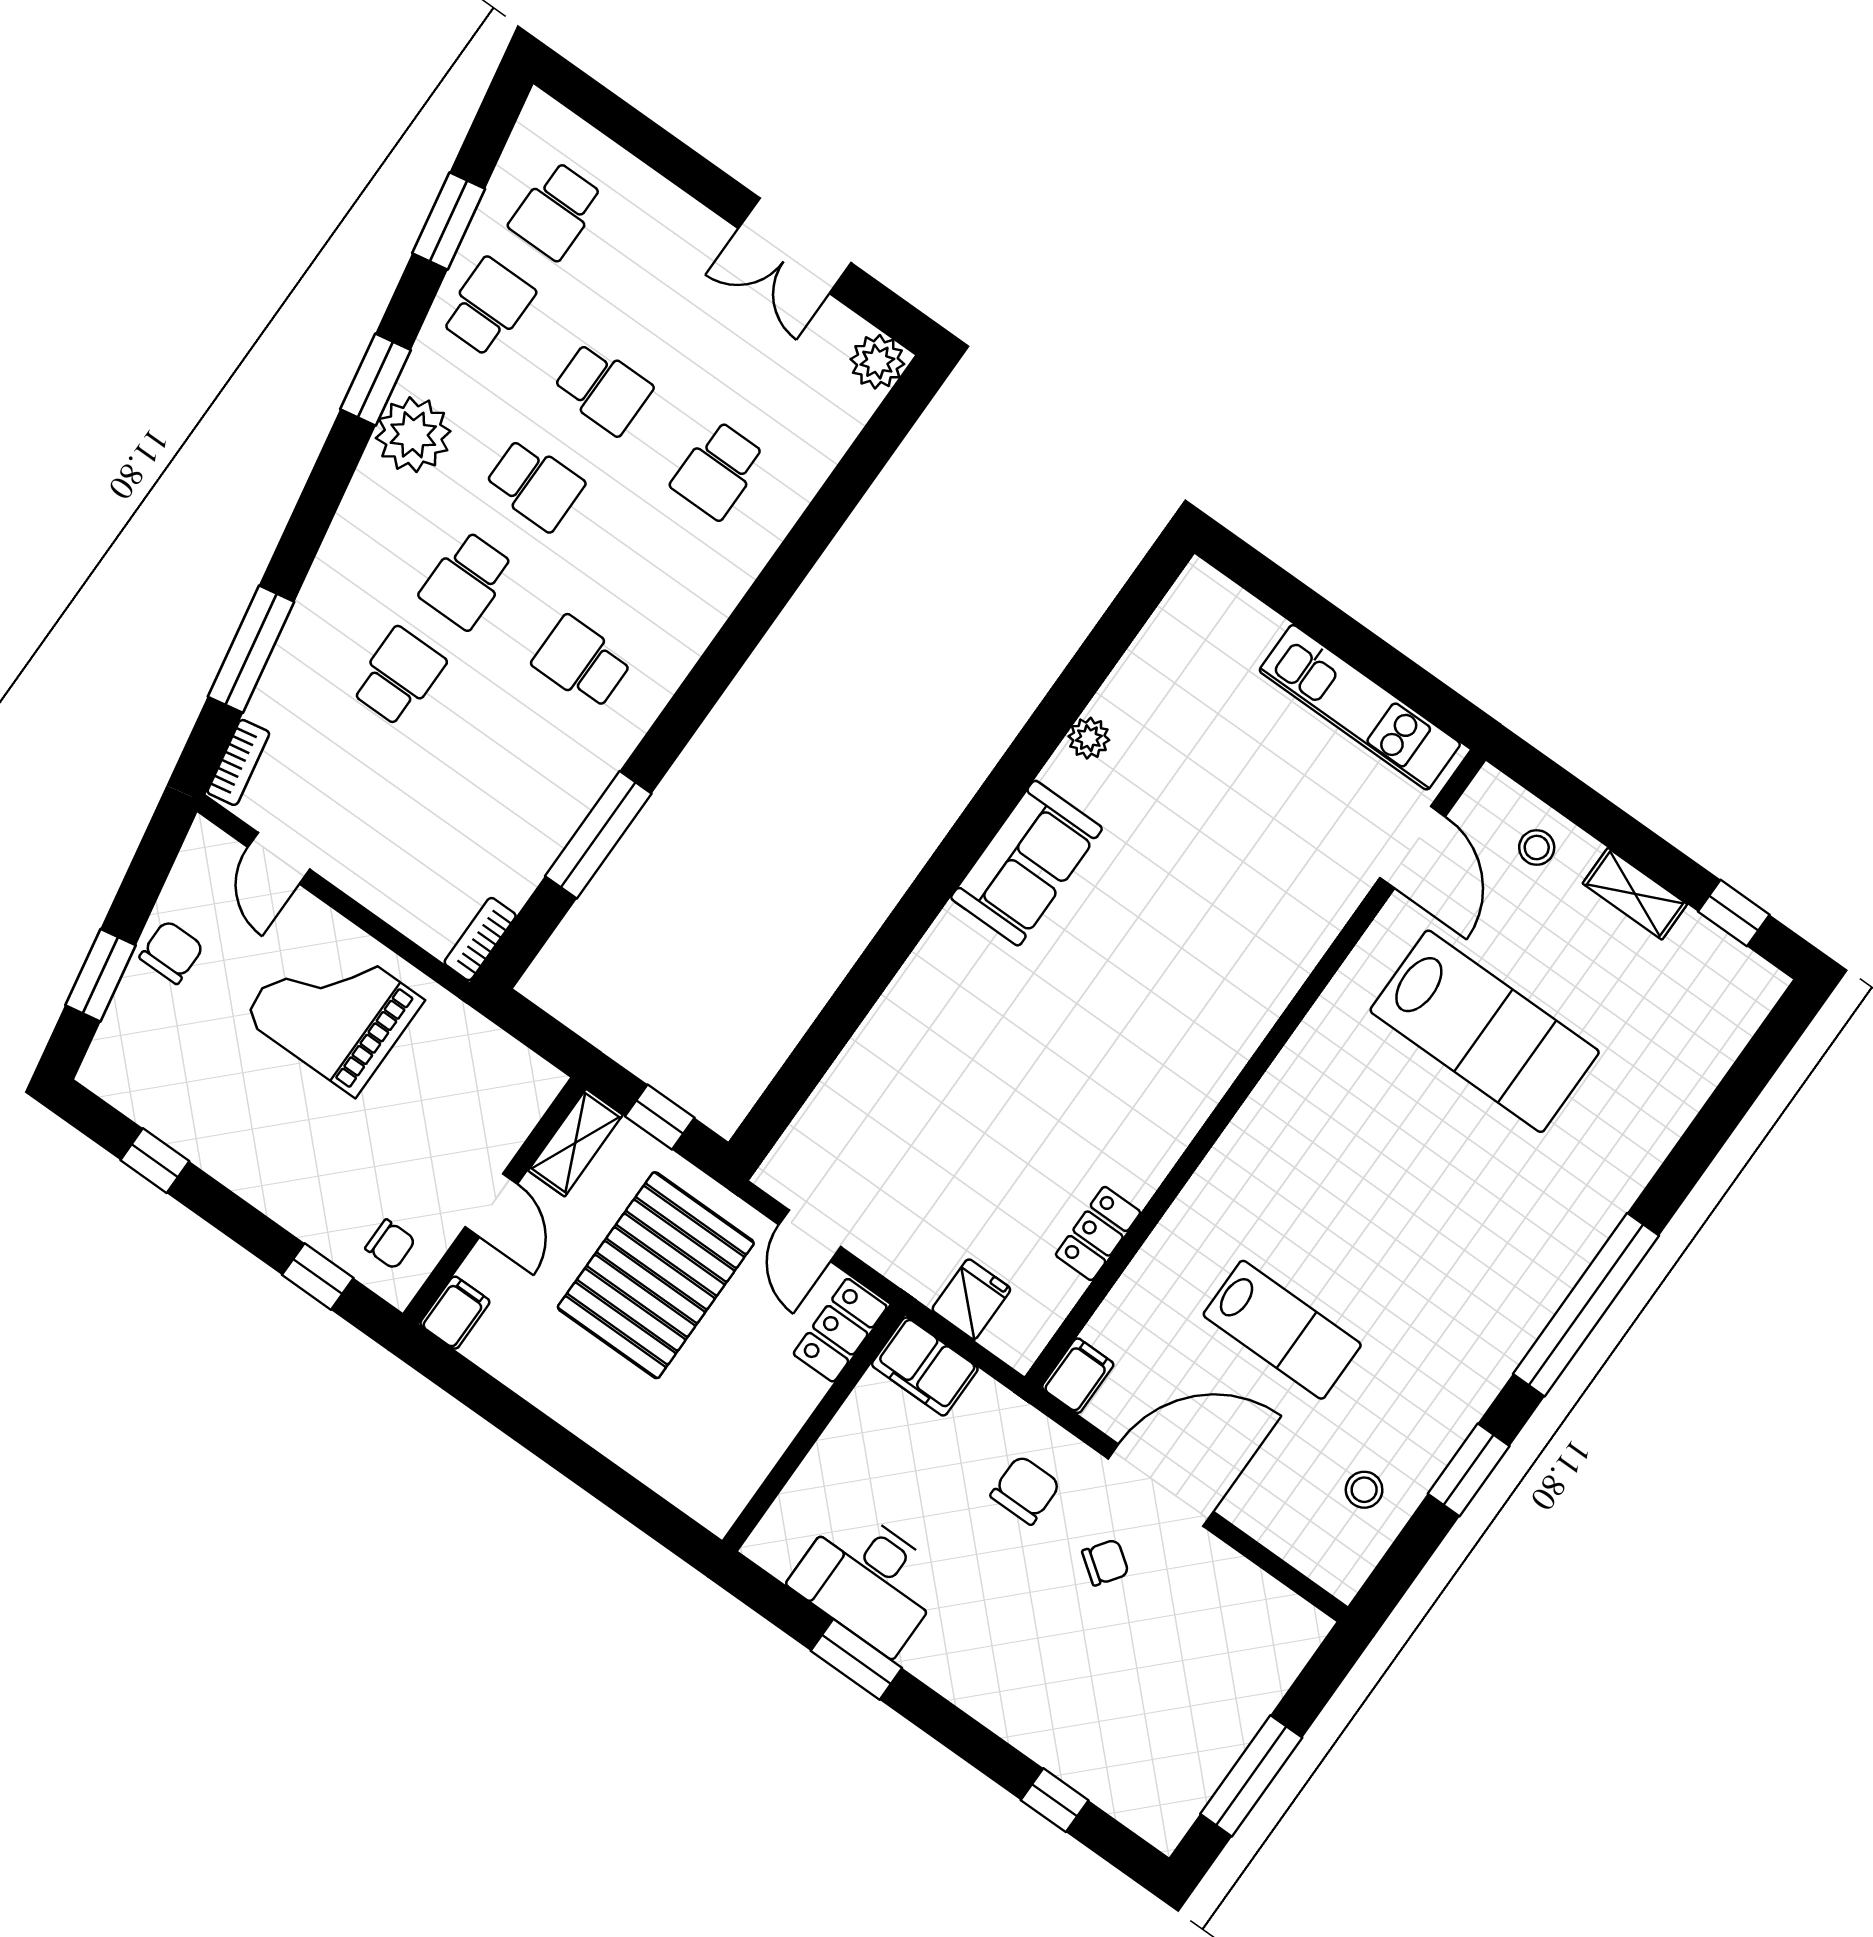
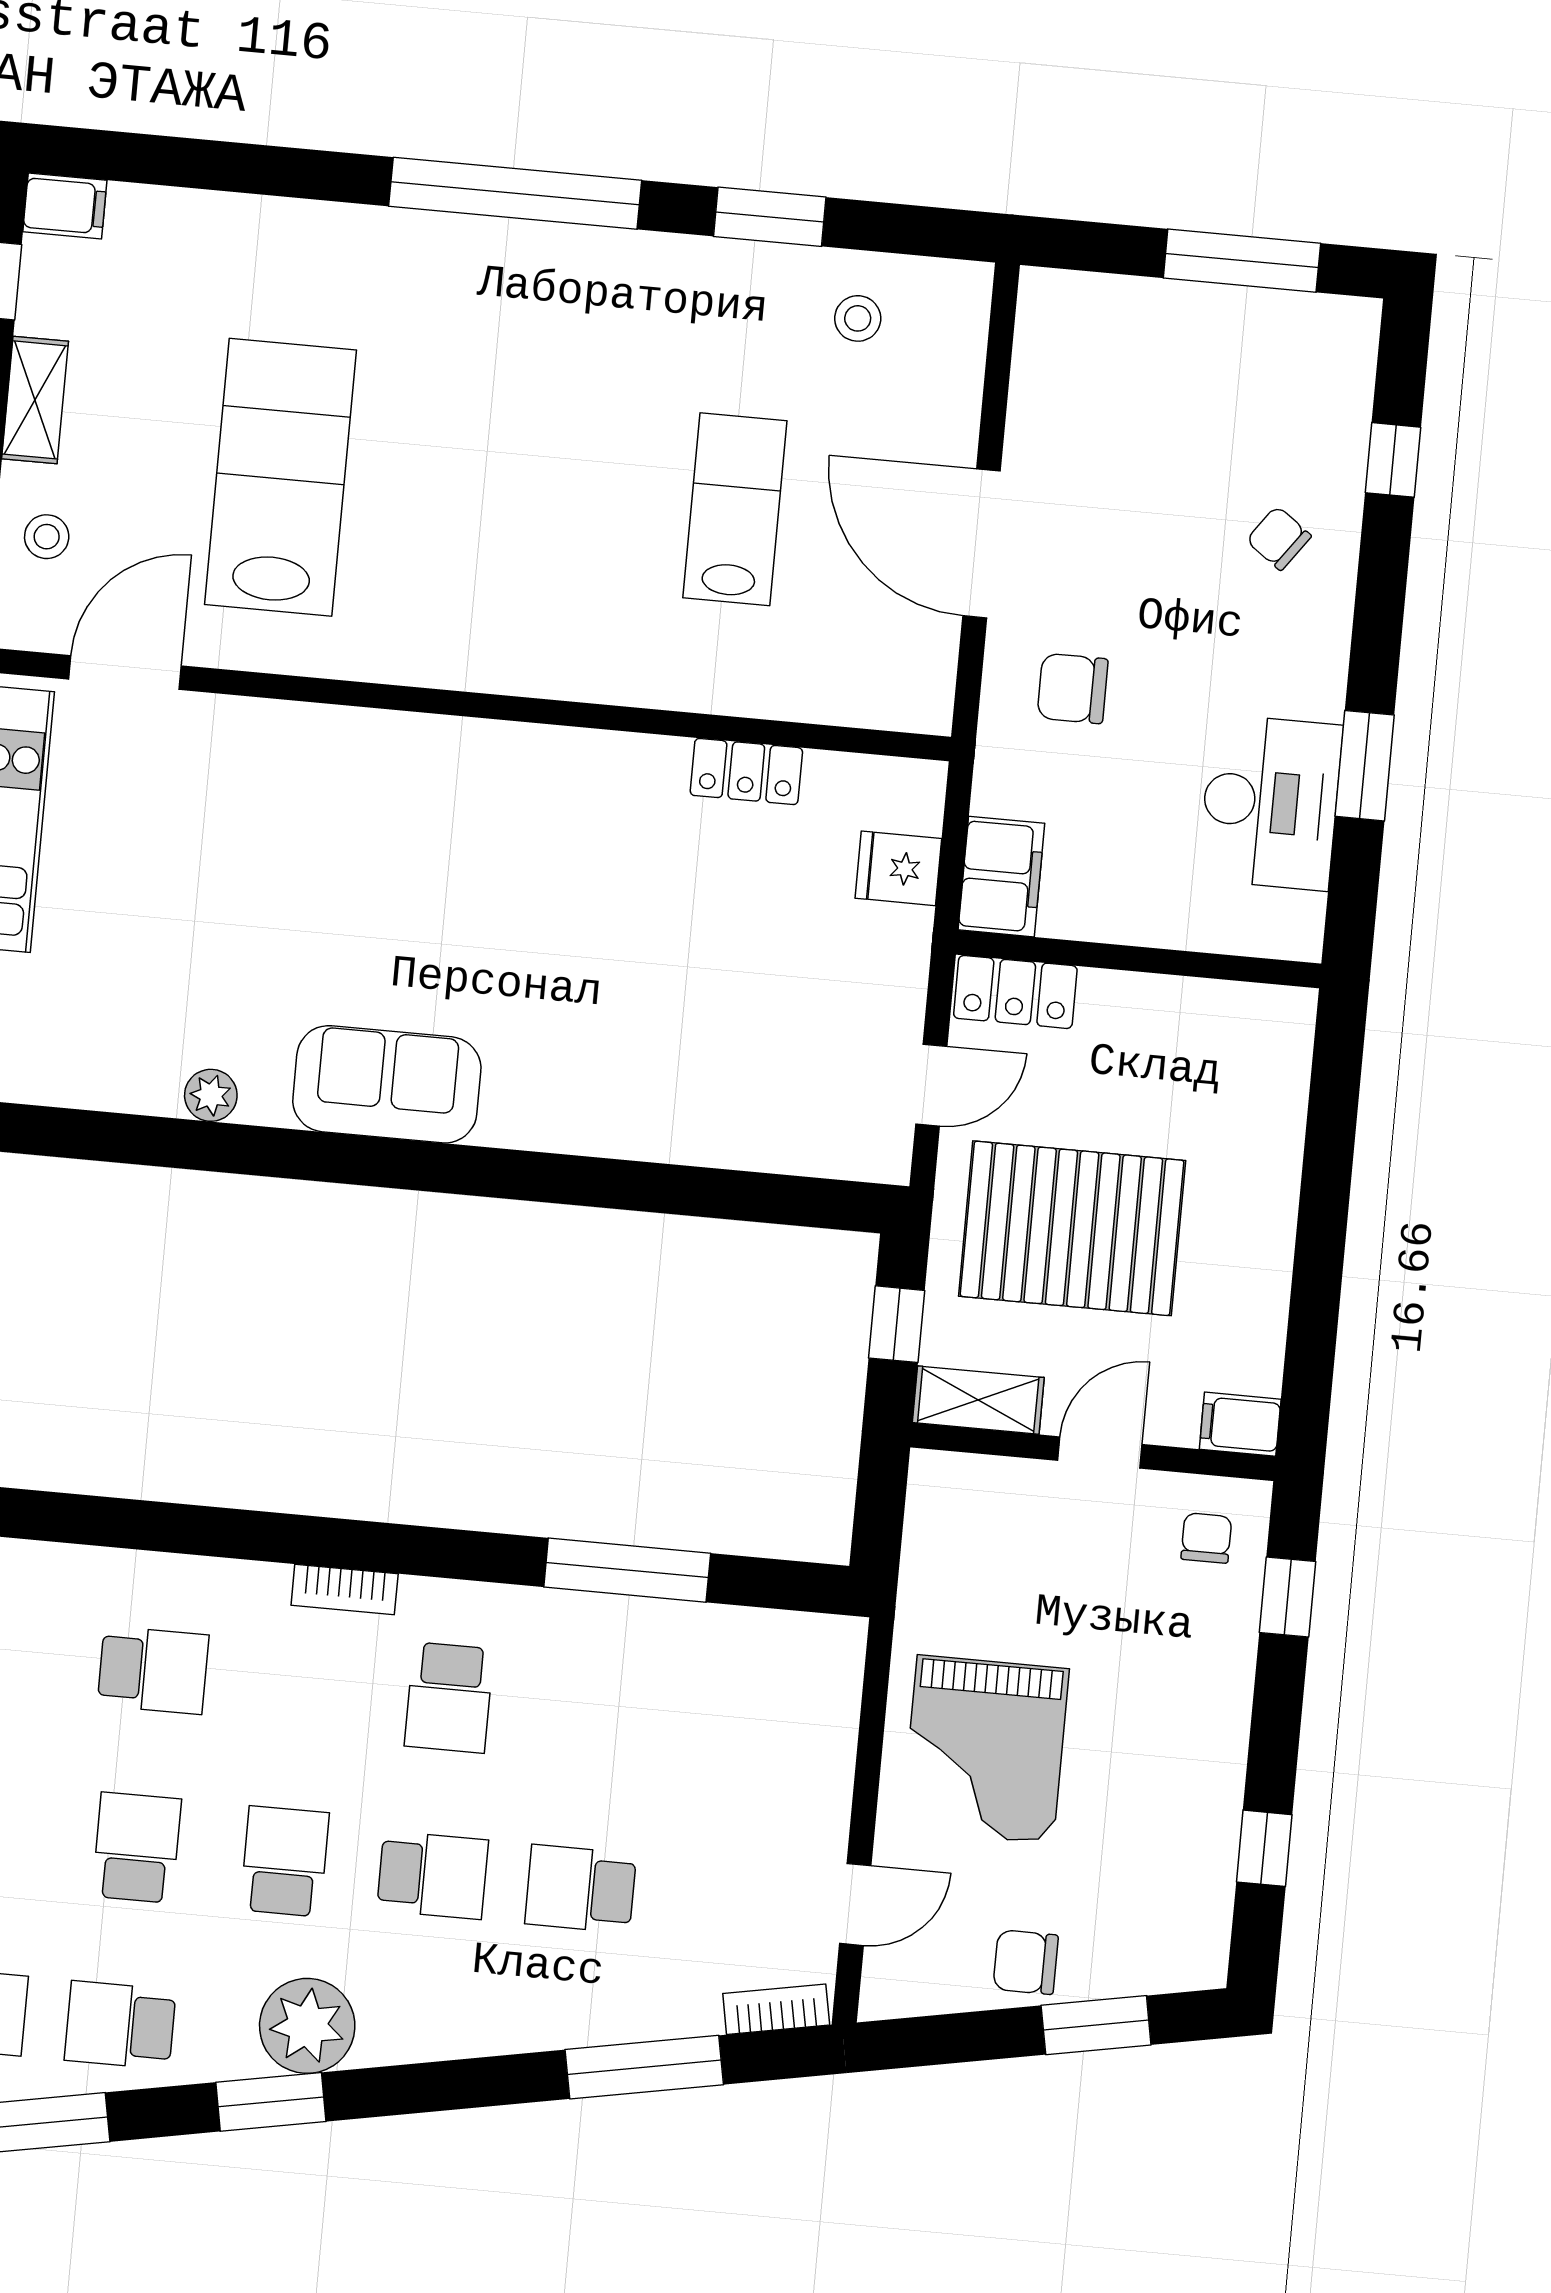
bookcase: (480, 939) -> (345, 1590), moved
filing cabinet: (1078, 1376) -> (65, 206), moved, turned 180
chair: (1105, 1562) -> (1279, 538), moved

